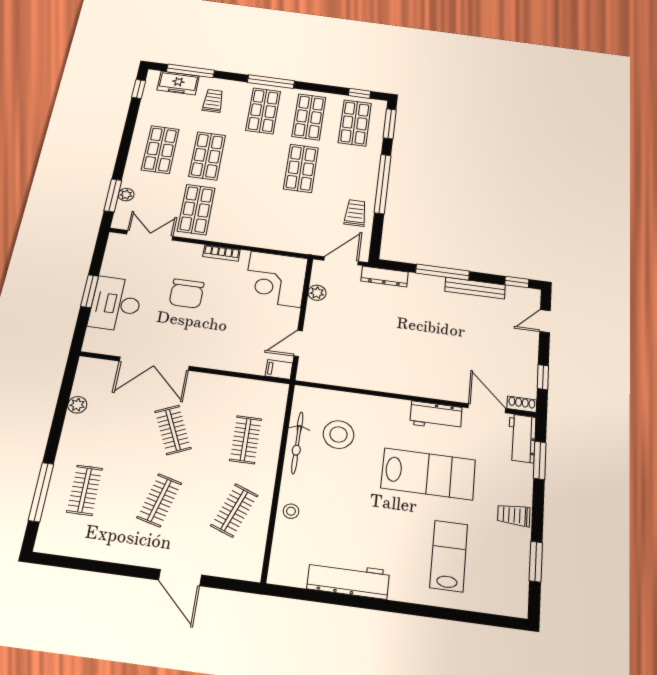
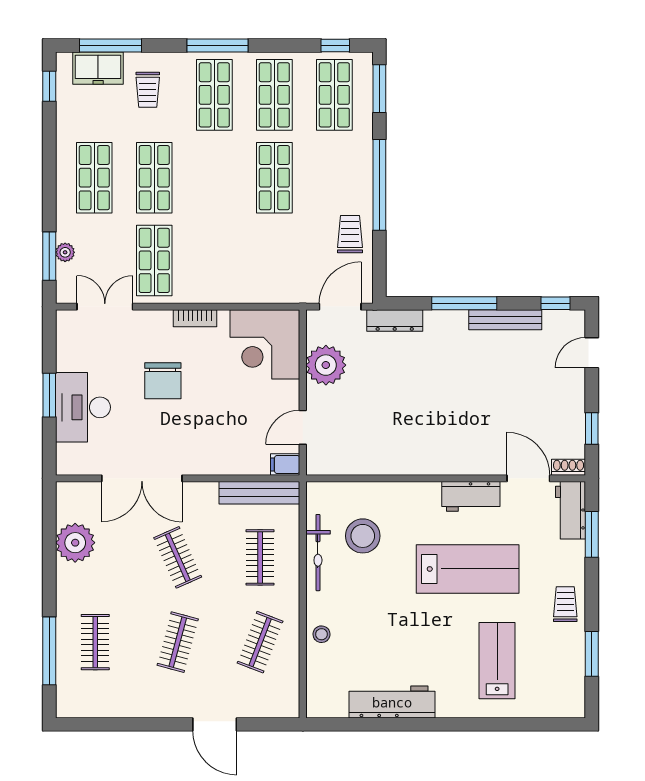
trolley: (213, 101) -> (148, 90), turned 180
plant: (317, 293) -> (326, 365), width x1.88, depth x1.88
bench: (253, 388) -> (259, 493), added
plant: (77, 405) -> (75, 543), width x1.87, depth x1.87
trolley: (514, 515) -> (565, 604), turned 90

